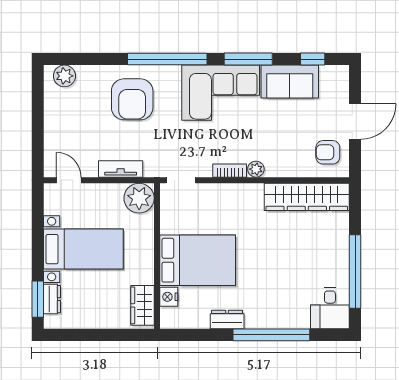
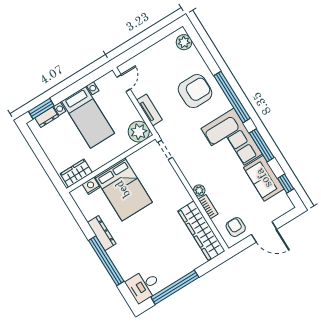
armchair: (132, 99) -> (195, 91), turned 180
bookcase: (230, 171) -> (208, 207), moved
dresser: (227, 320) -> (102, 233), width x1.44

